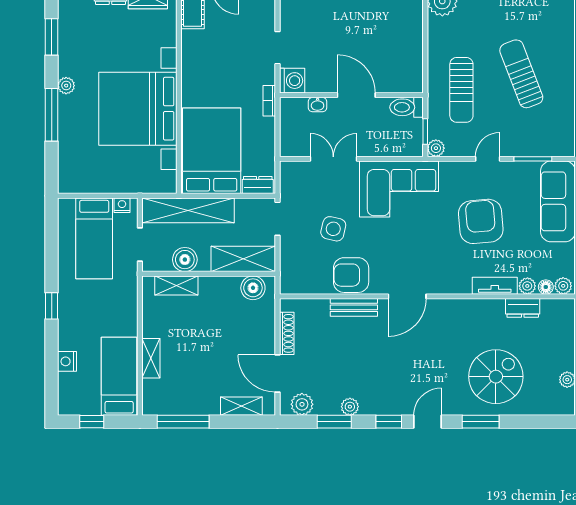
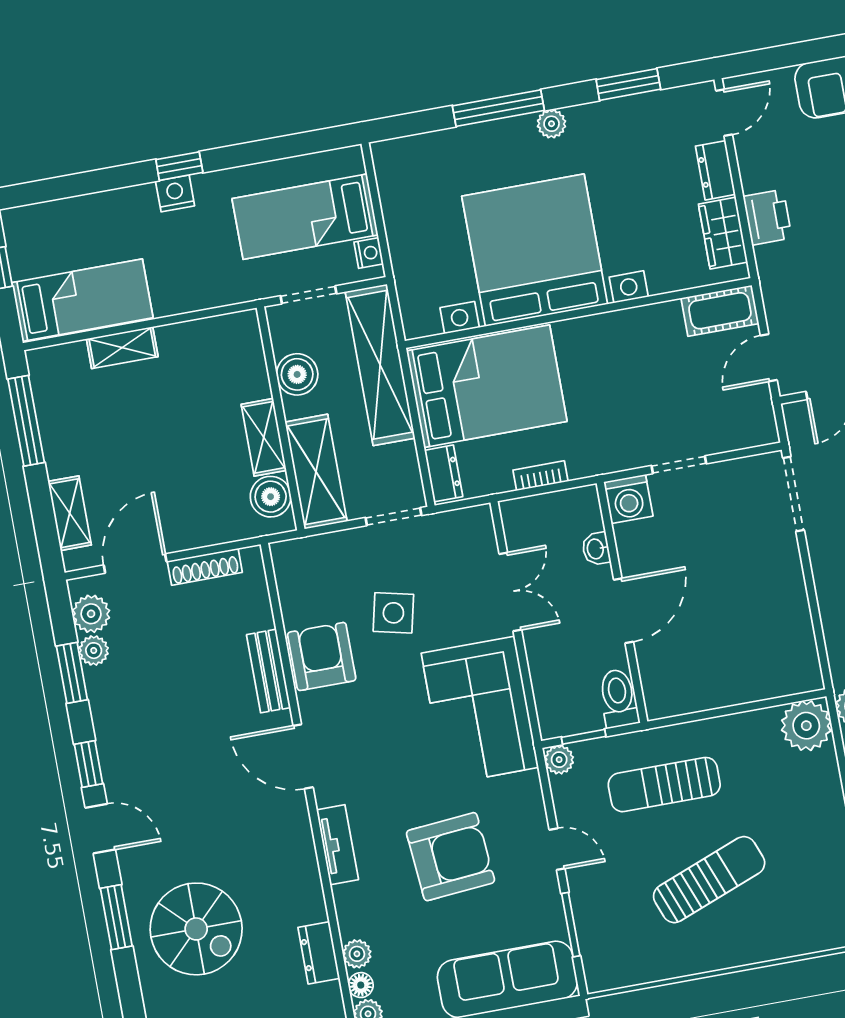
bookcase: (269, 101) -> (540, 476), moved
shelving: (176, 286) -> (264, 437), moved
tv unit: (495, 286) -> (337, 845), moved
nightstand: (67, 361) -> (175, 193), moved
plant: (350, 407) -> (94, 651), moved

